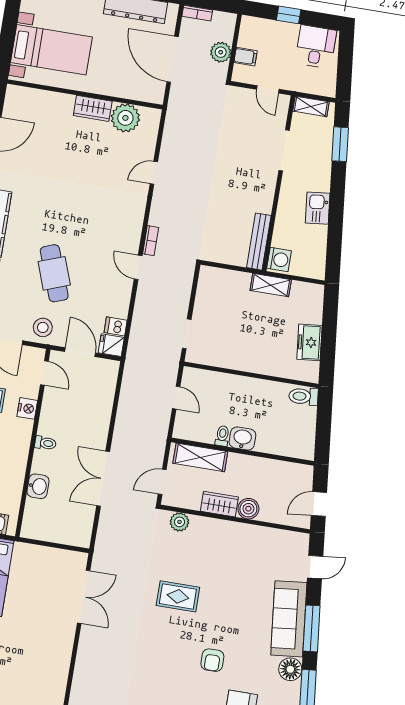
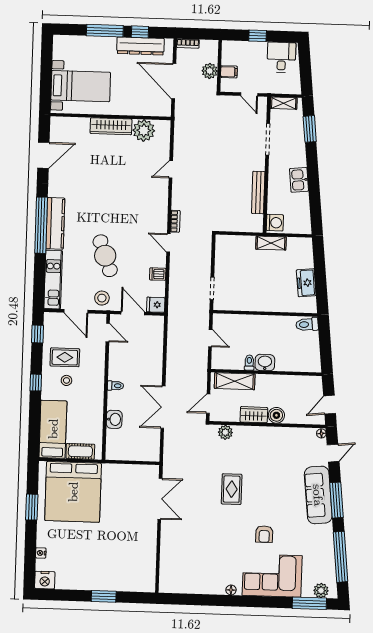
wardrobe: (93, 108) -> (111, 126), width x1.50
bench: (259, 242) -> (258, 193), moved
dishwasher: (116, 326) -> (158, 274), moved
nightstand: (27, 408) -> (98, 361), removed
rug: (178, 596) -> (232, 489), turned 90
floor lamp: (290, 669) -> (321, 433), moved, width x0.53, depth x0.53

